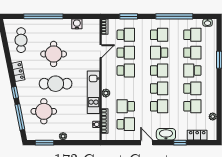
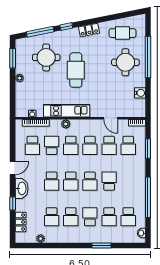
school desk: (159, 35) -> (71, 145), moved
round table: (54, 54) -> (125, 62), moved

